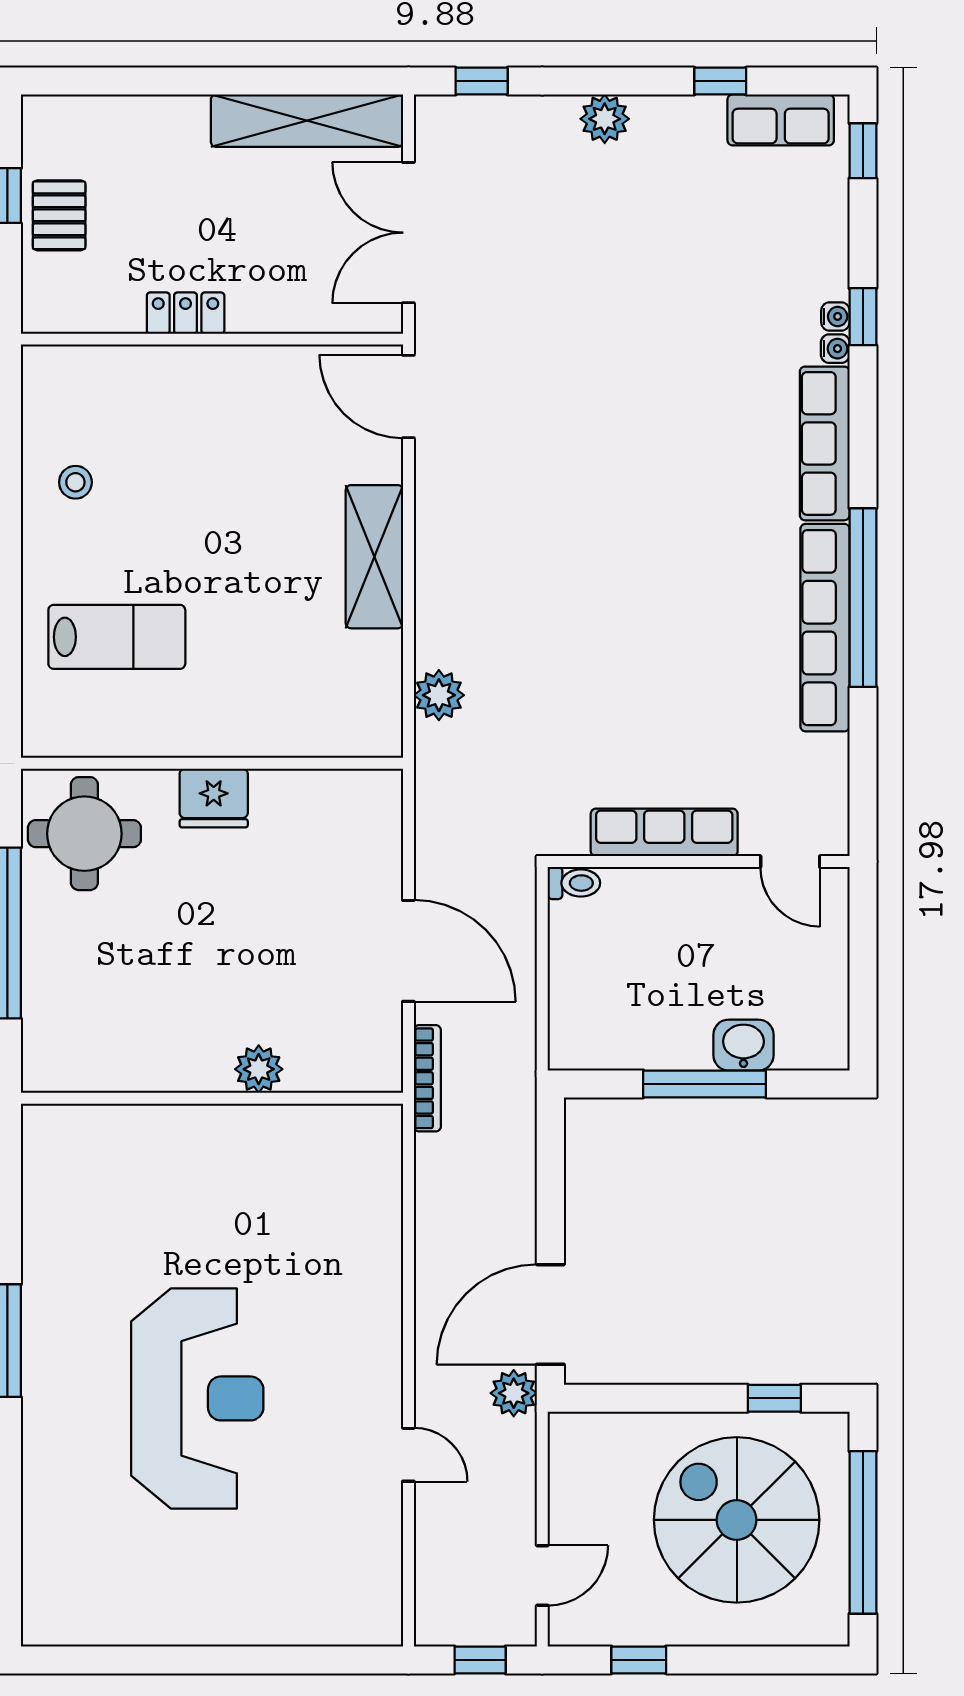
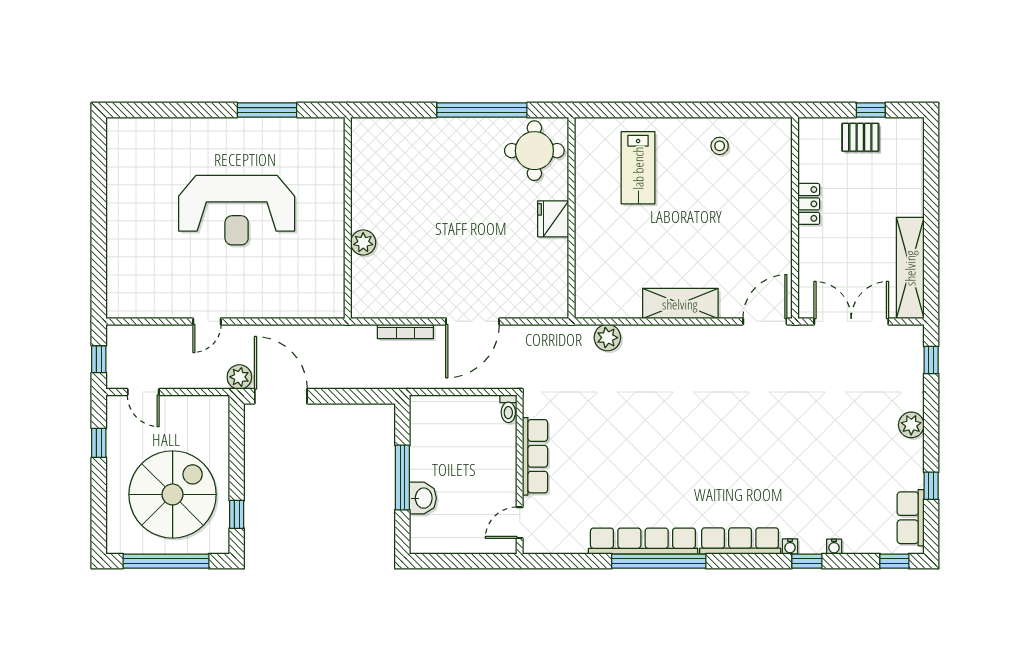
water cooler: (835, 316) -> (834, 547), moved
plant: (259, 1069) -> (363, 243), moved
wall: (212, 1098) -> (348, 218), moved

